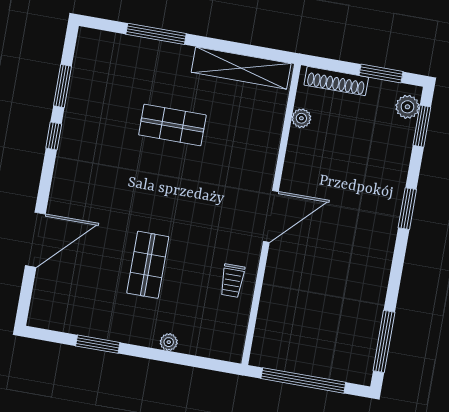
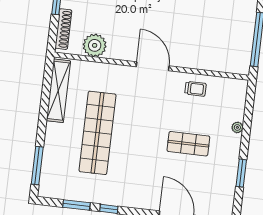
window: (156, 34) -> (37, 166), moved
plant: (301, 118) -> (95, 45), width x1.88, depth x1.88
shop shelf: (172, 125) -> (97, 133), width x2.00, depth x1.36

